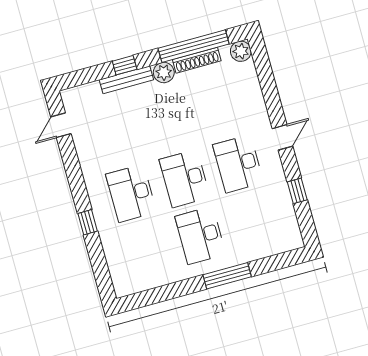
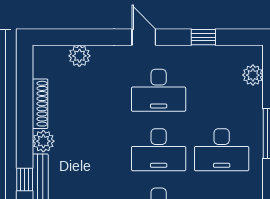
window: (194, 46) -> (25, 103), removed
plant: (241, 51) -> (79, 56), moved
plant: (275, 245) -> (253, 75), added

